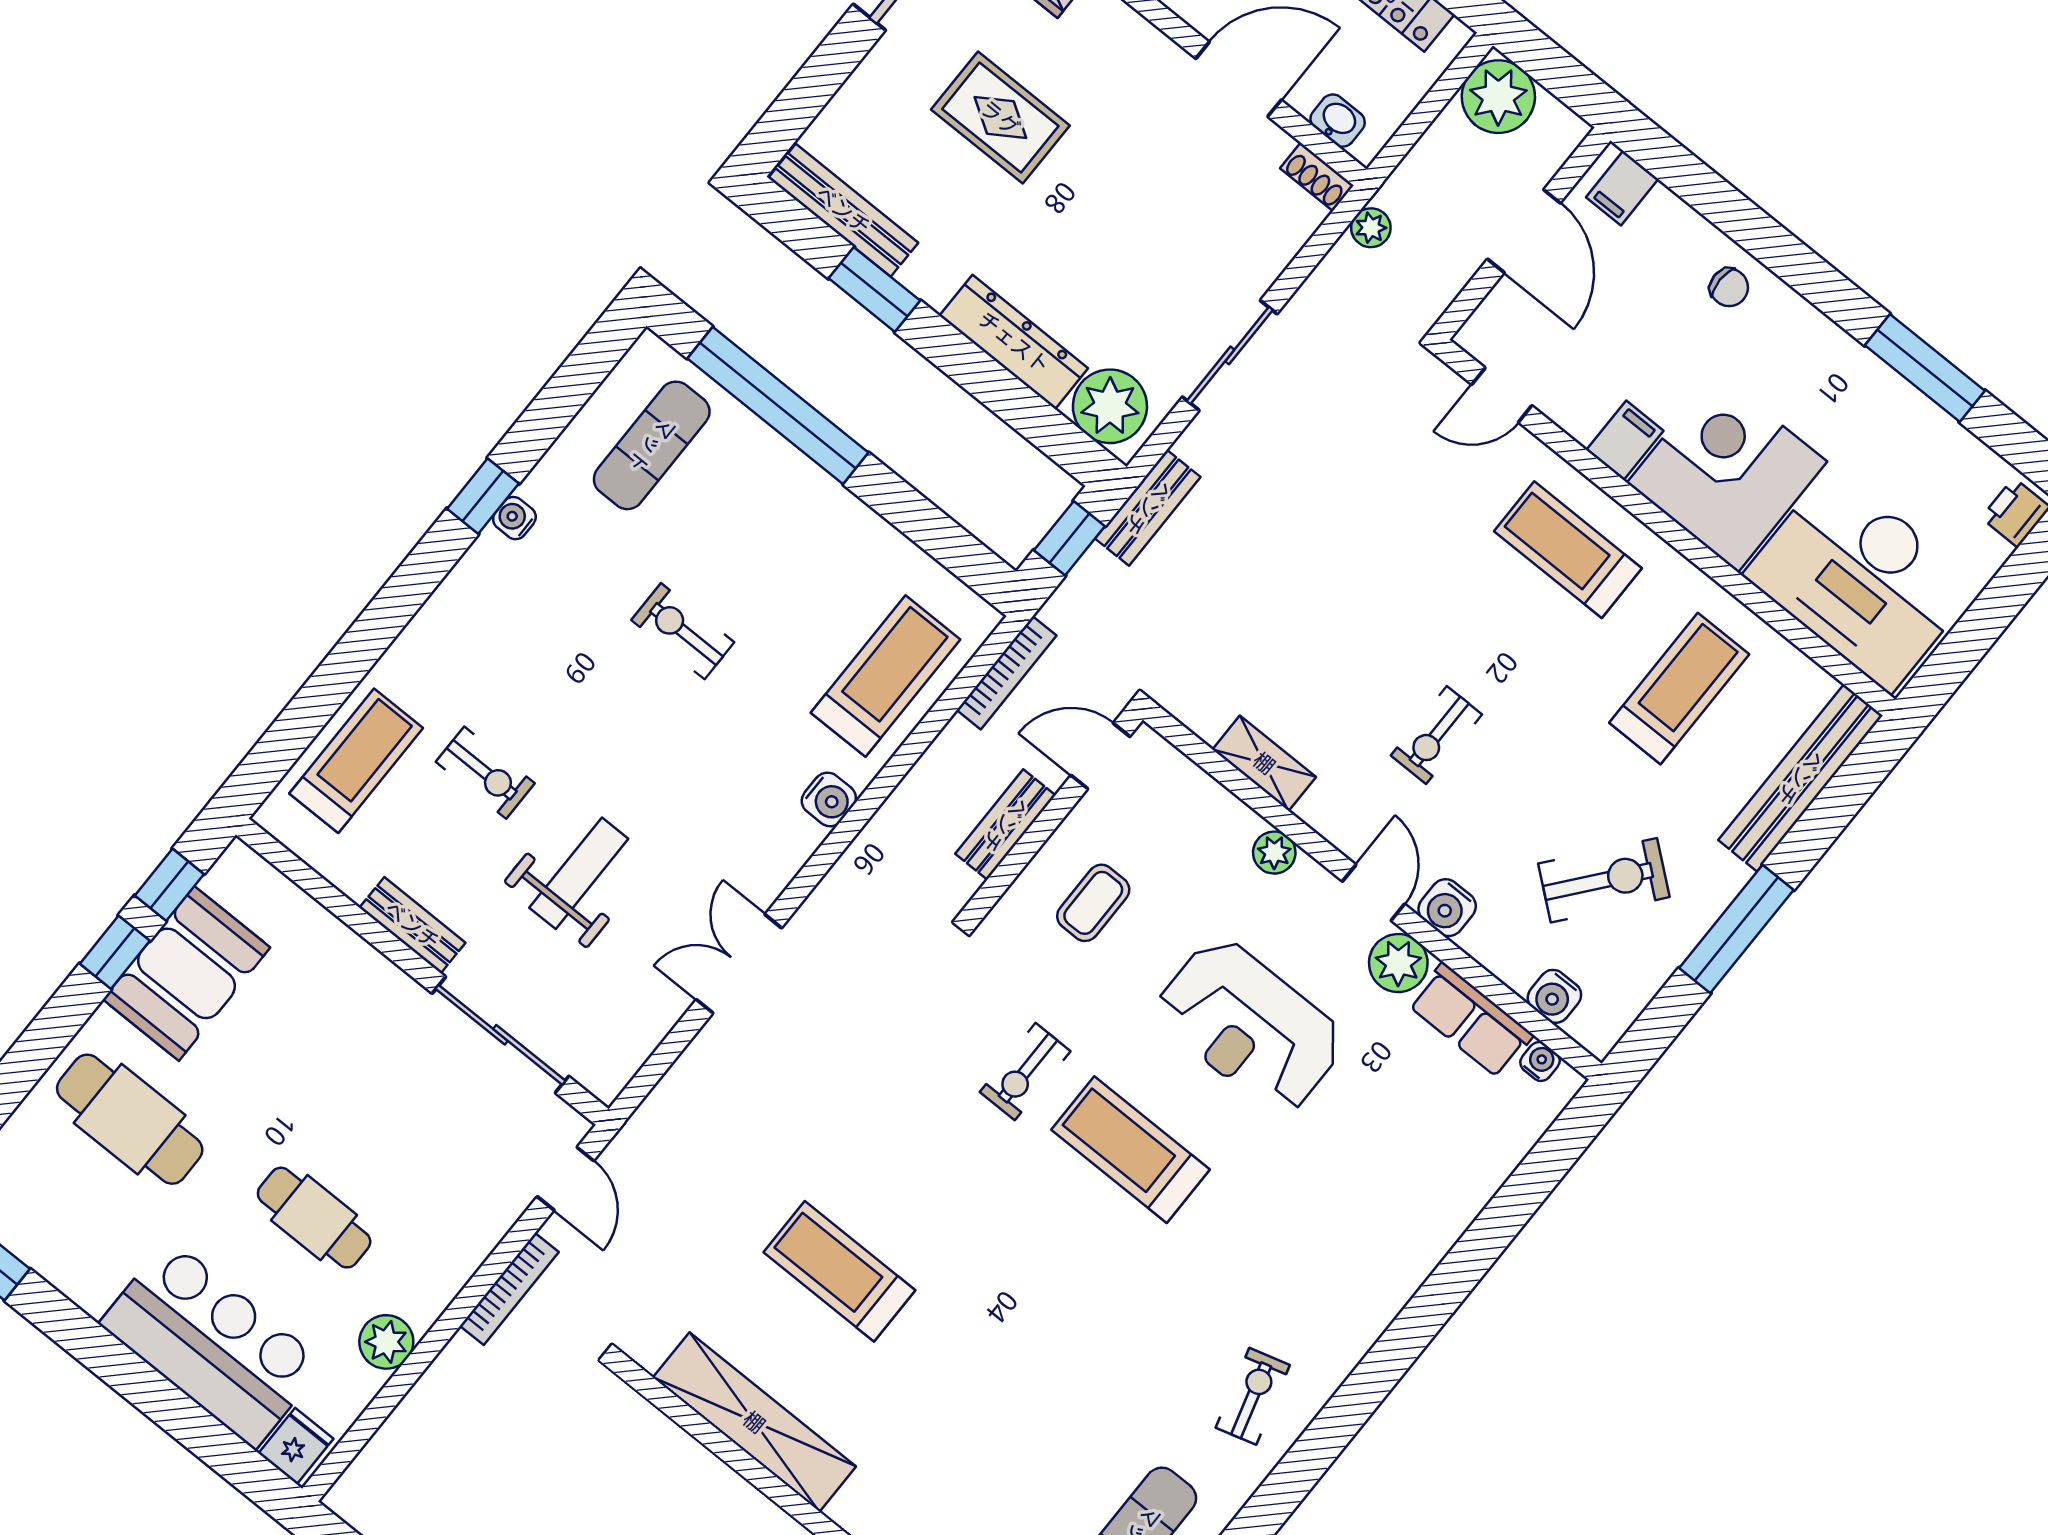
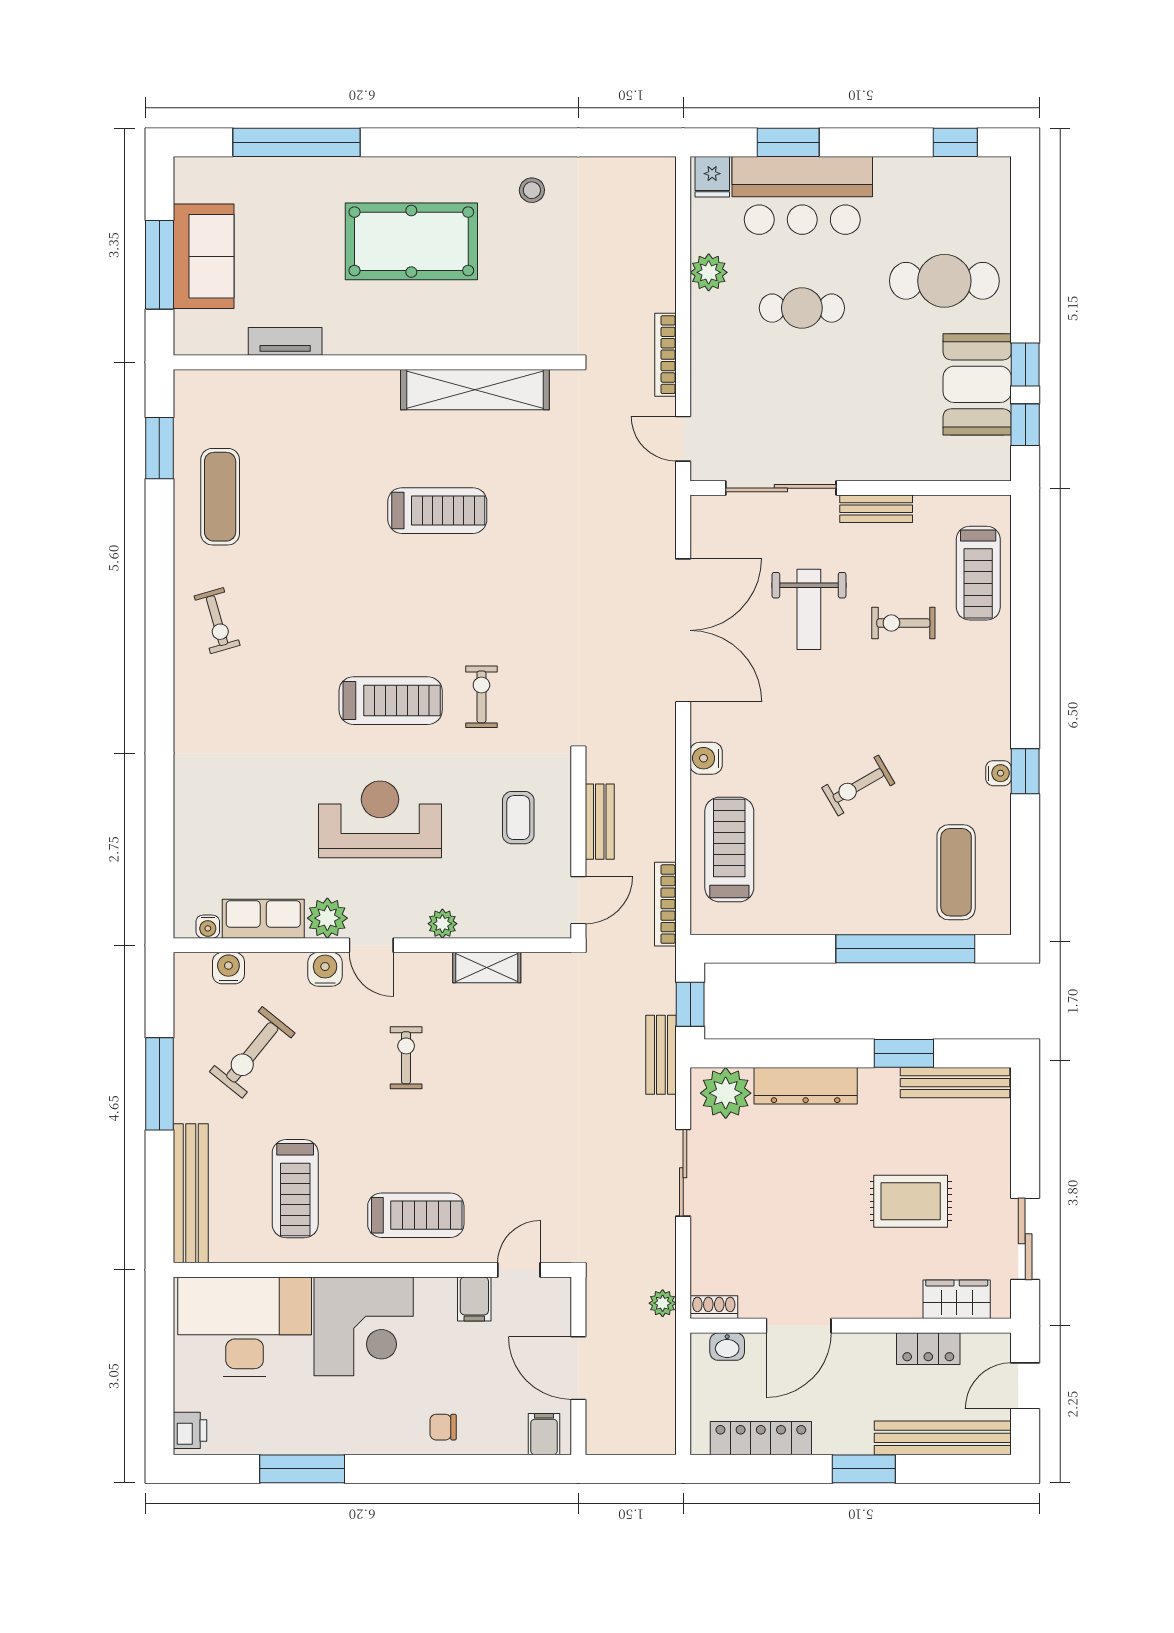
plant: (1498, 97) -> (651, 1430), removed
filing cabinet: (1625, 440) -> (474, 1299), moved
exercise bike: (683, 631) -> (858, 785), turned 150
treadmill: (885, 676) -> (729, 850), turned 180
double door: (739, 964) -> (683, 630), width x1.87
treadmill: (839, 1271) -> (437, 511), moved
window: (180, 1416) -> (788, 142), added

